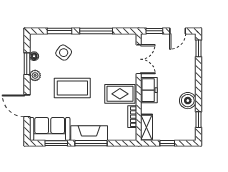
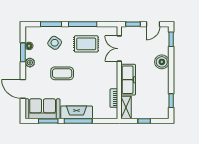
double door: (139, 59) -> (119, 49), swing flipped
coffee table: (72, 88) -> (62, 73), width x0.73, depth x0.76
freezer: (149, 90) -> (128, 80), width x1.40
rug: (120, 94) -> (86, 44), moved
boiler: (188, 101) -> (162, 62), moved

